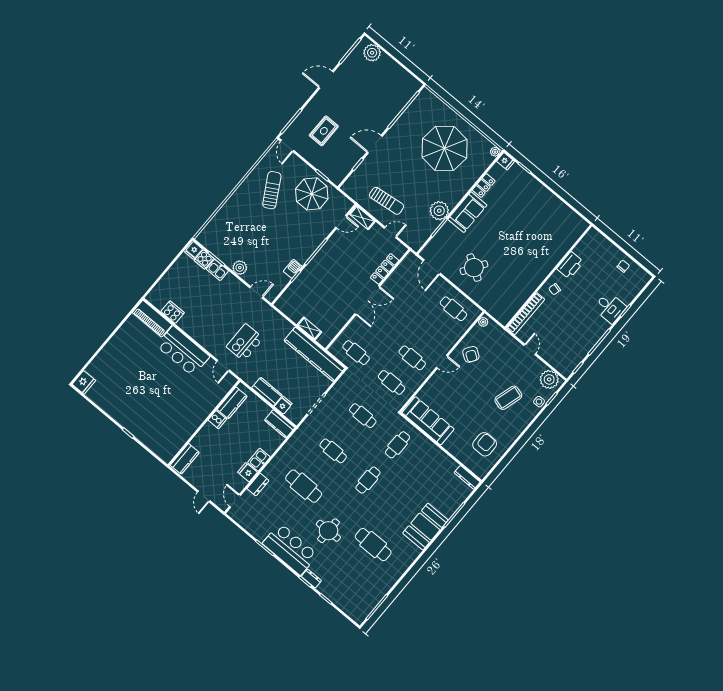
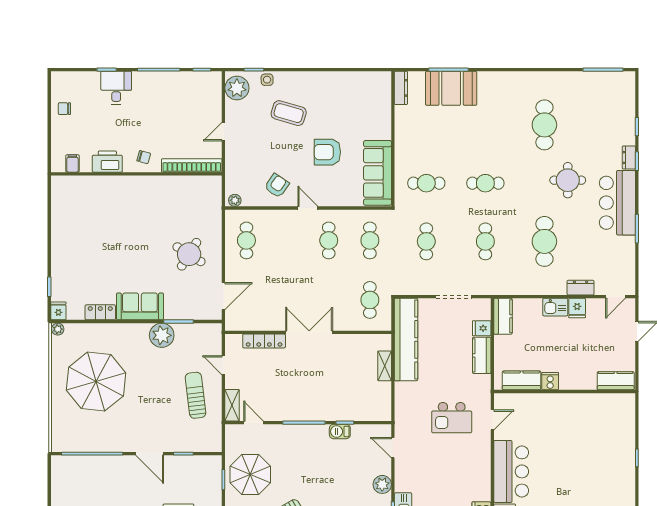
filing cabinet: (586, 243) -> (72, 163), added
armchair: (485, 444) -> (327, 152), moved
booth: (425, 527) -> (451, 88), moved

